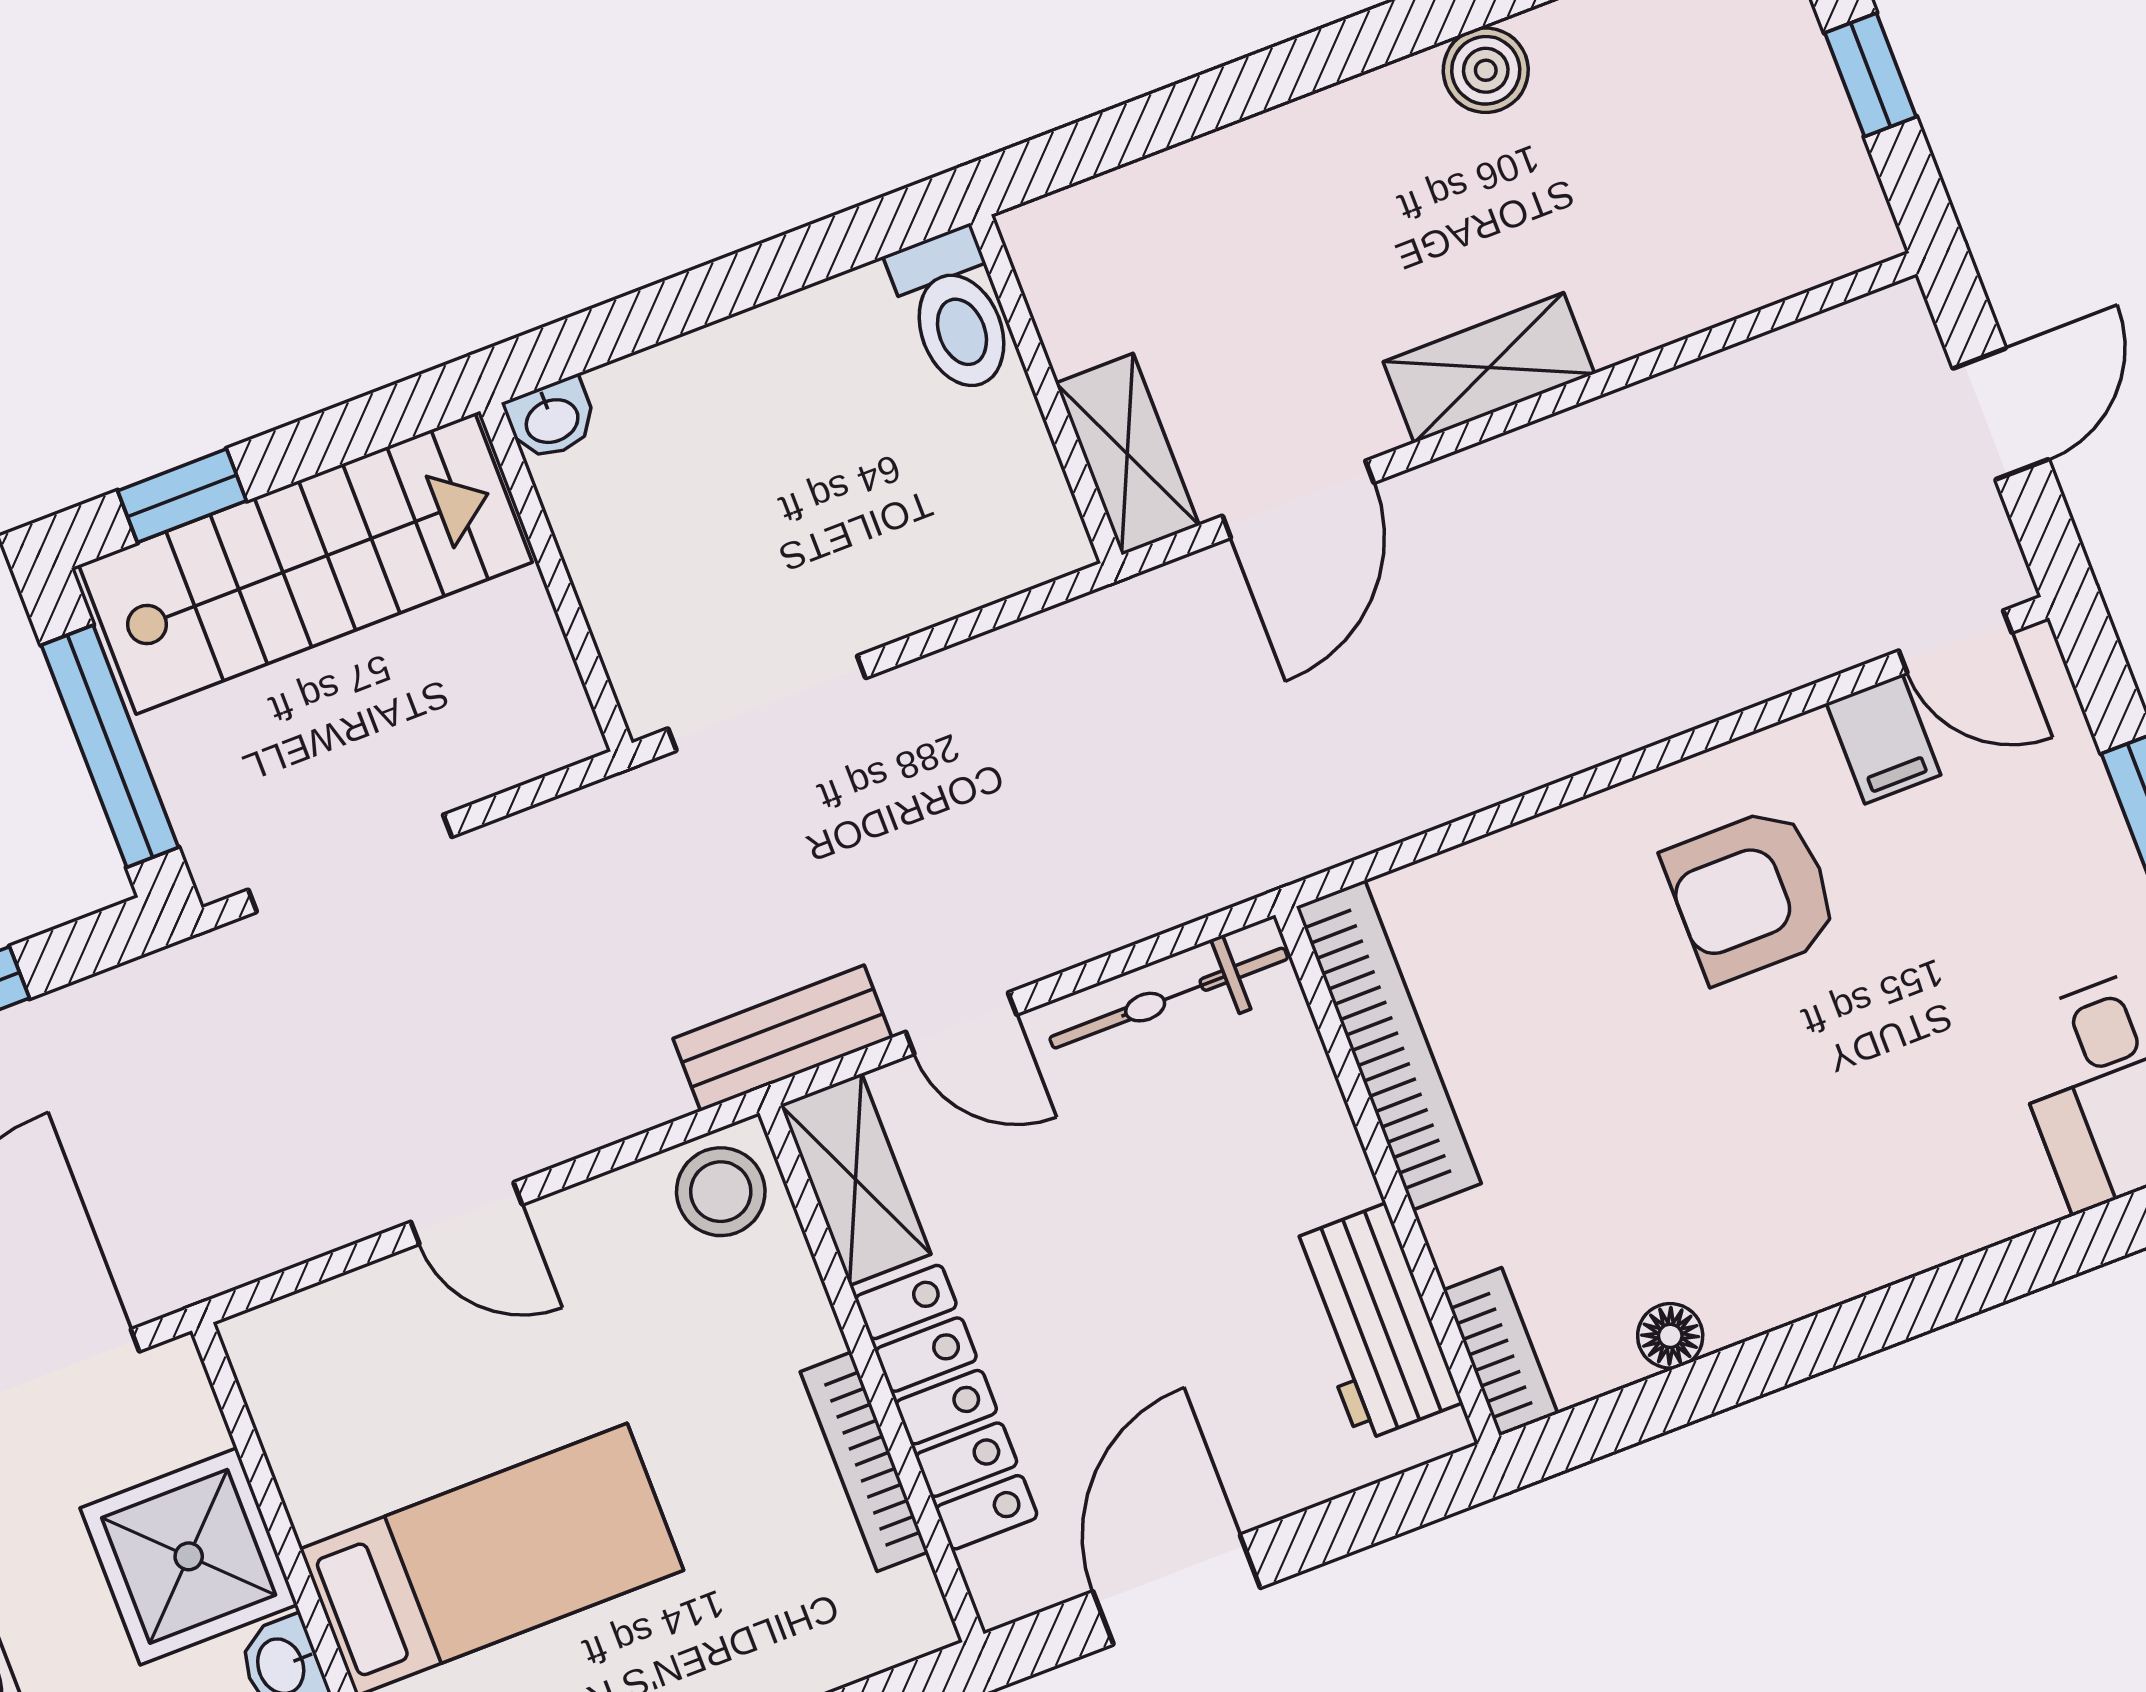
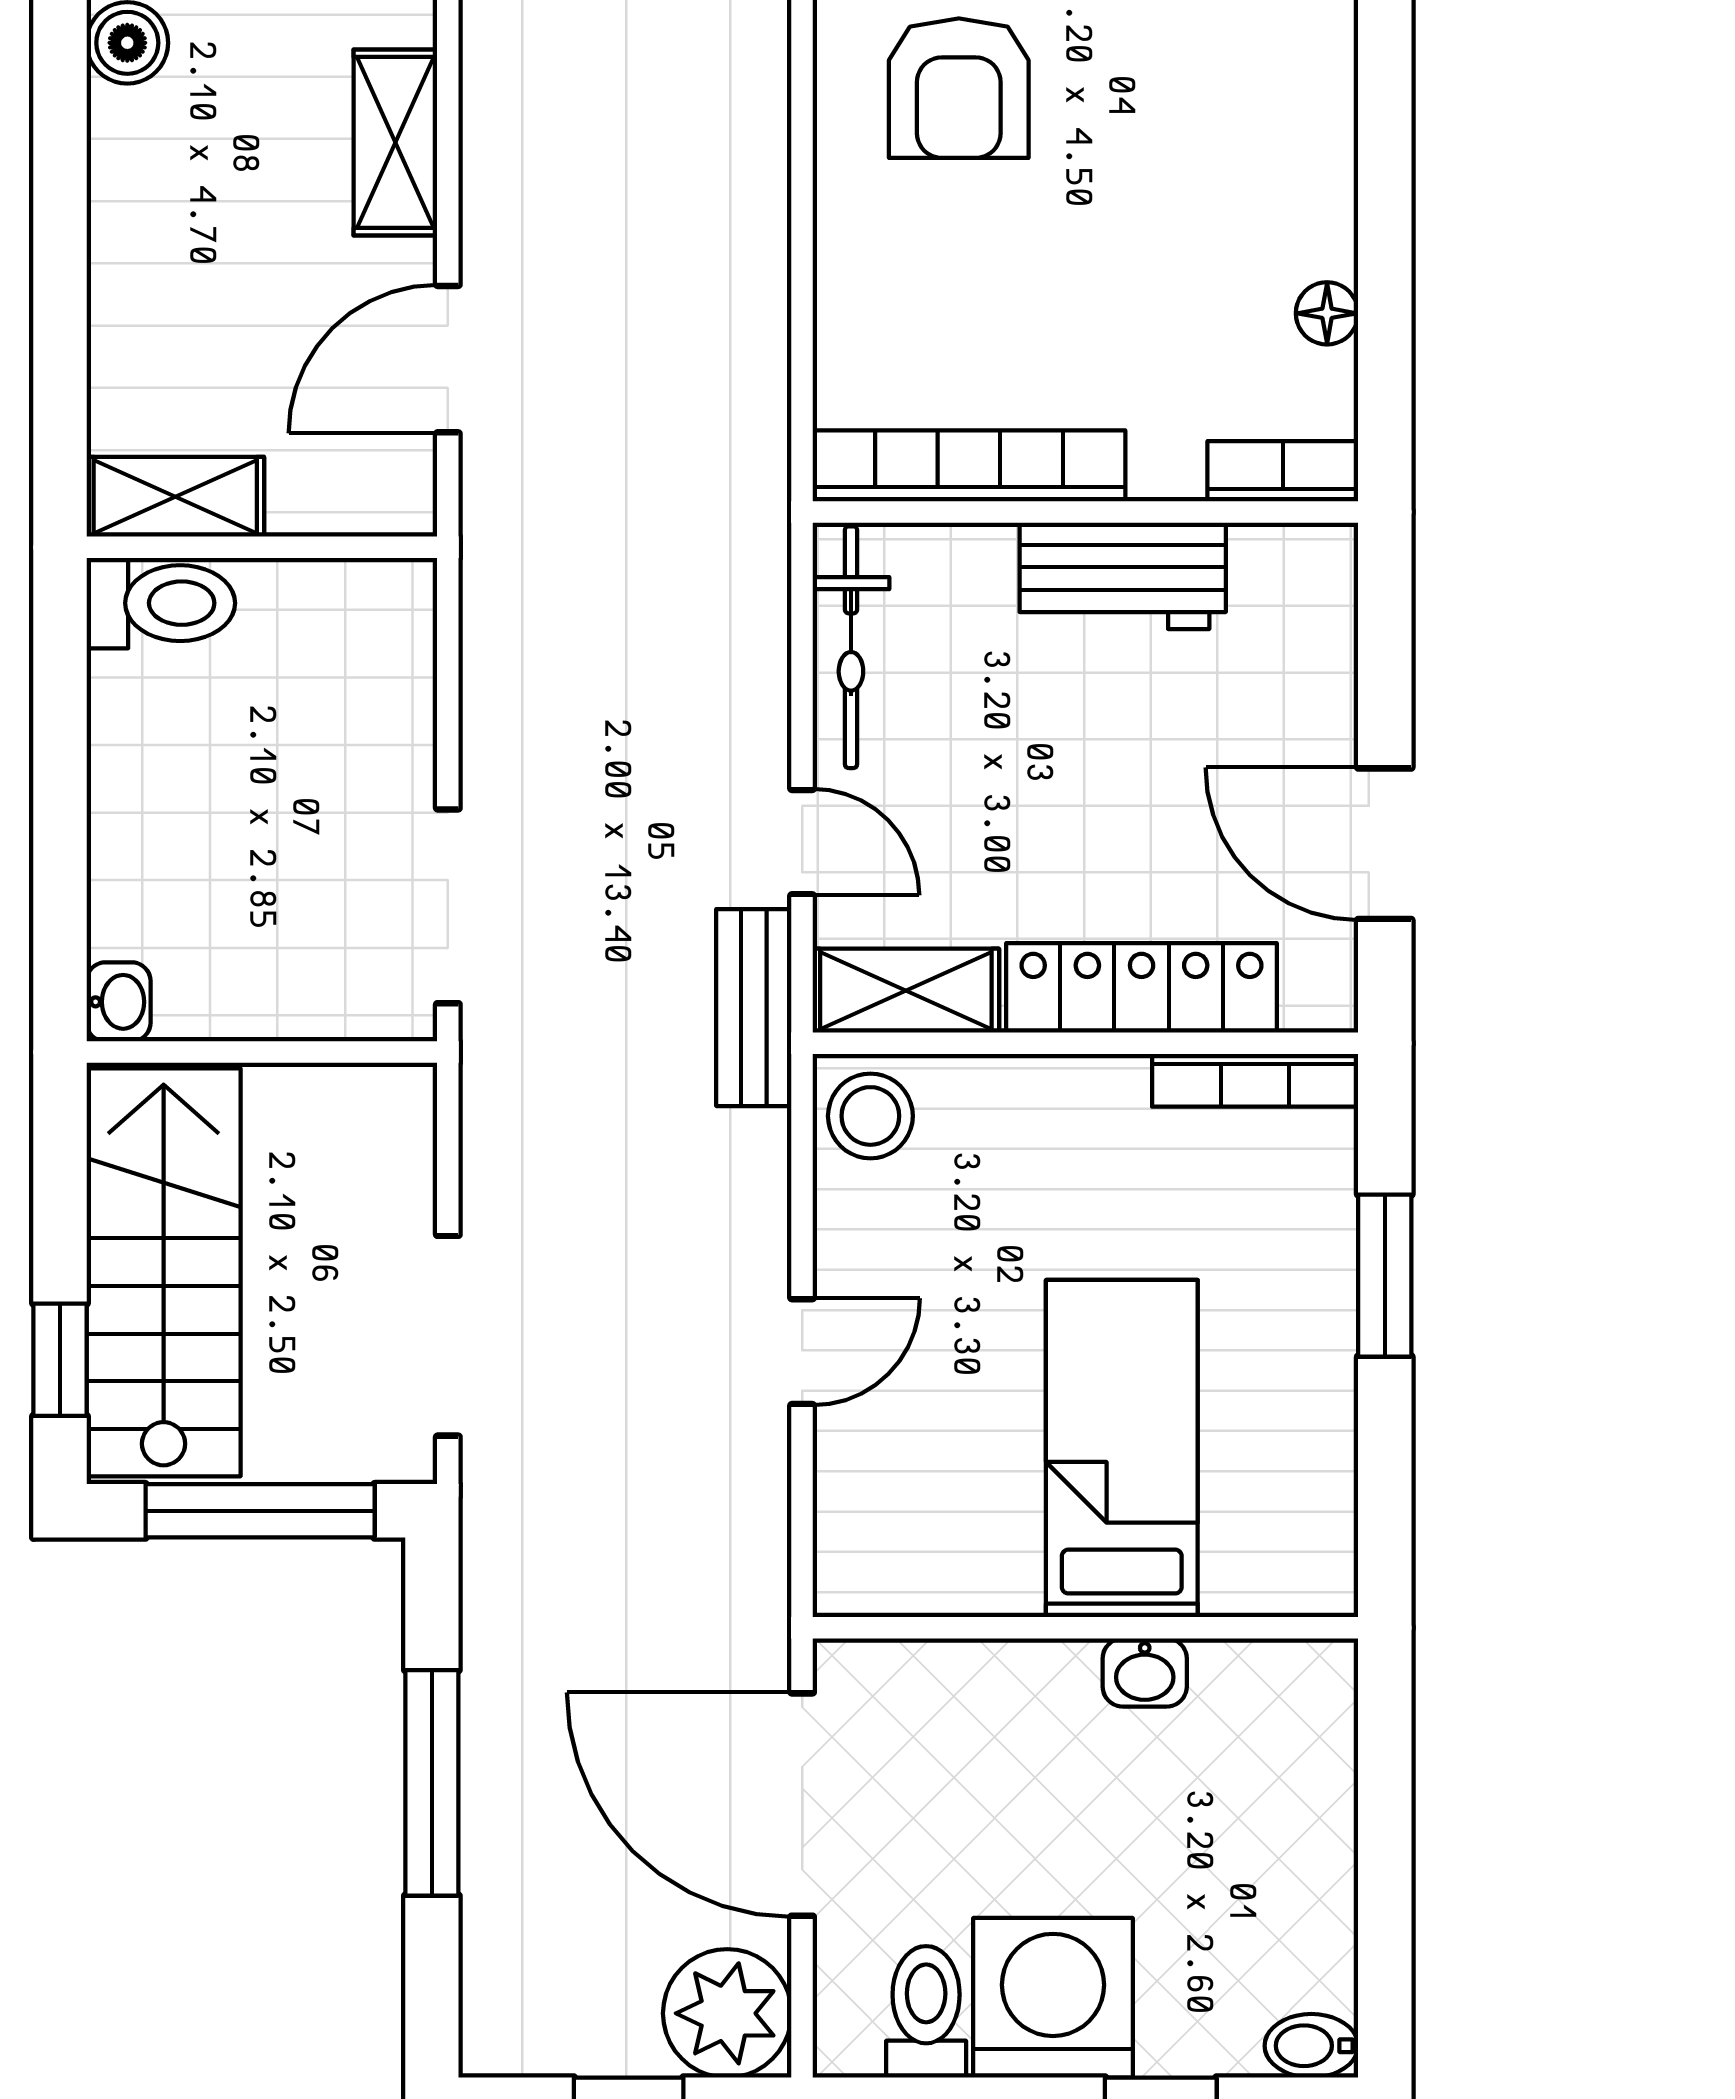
shelving: (1127, 454) -> (175, 497), moved
door: (1298, 499) -> (448, 359), swing flipped
door: (961, 1023) -> (802, 842), hinge flipped
workbench: (1373, 1323) -> (1123, 576), moved
bookcase: (864, 1462) -> (1255, 1080), moved
shower: (189, 1556) -> (1014, 1719), removed

